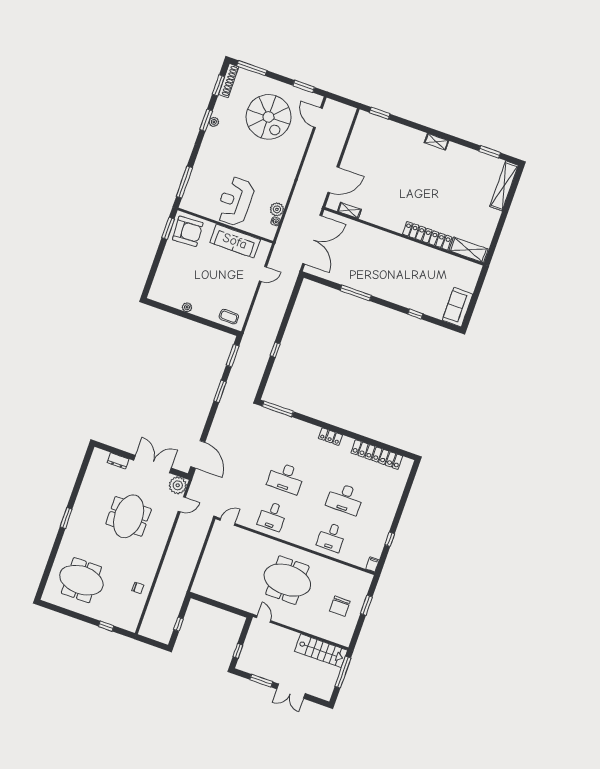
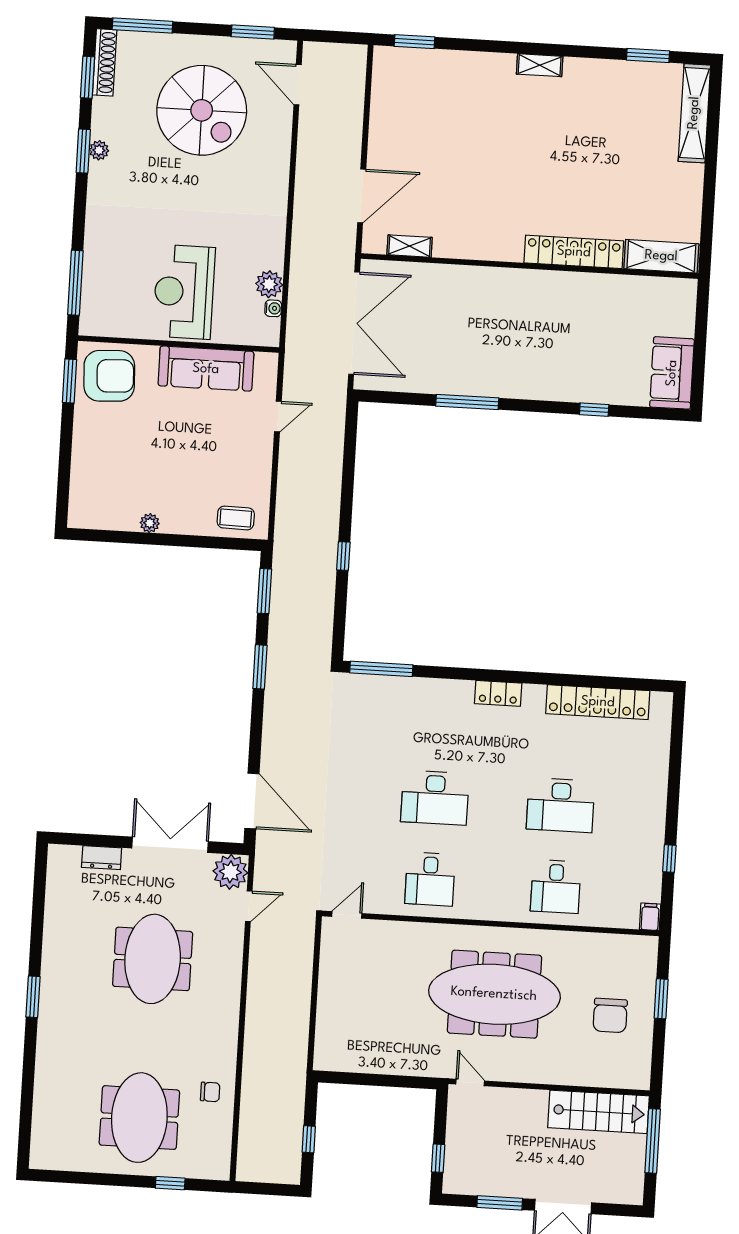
meeting table: (81, 580) -> (139, 1118), moved, turned 90
meeting table: (287, 580) -> (494, 994), width x1.36

